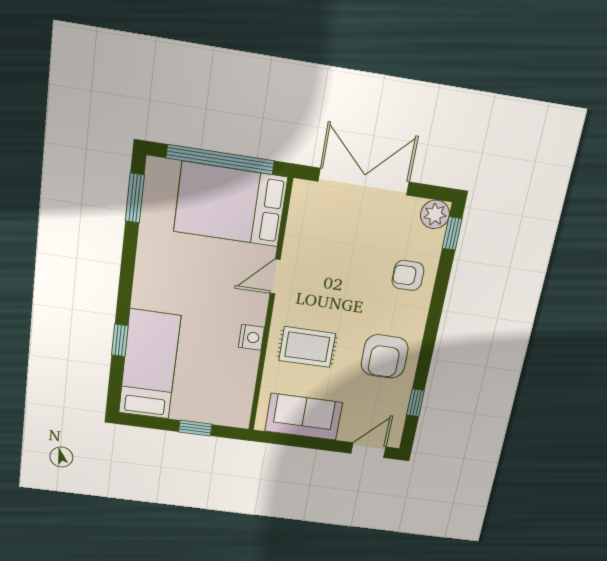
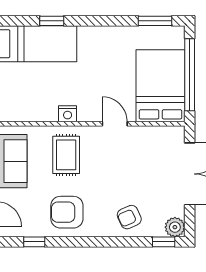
armchair: (408, 275) -> (129, 217), turned -114

